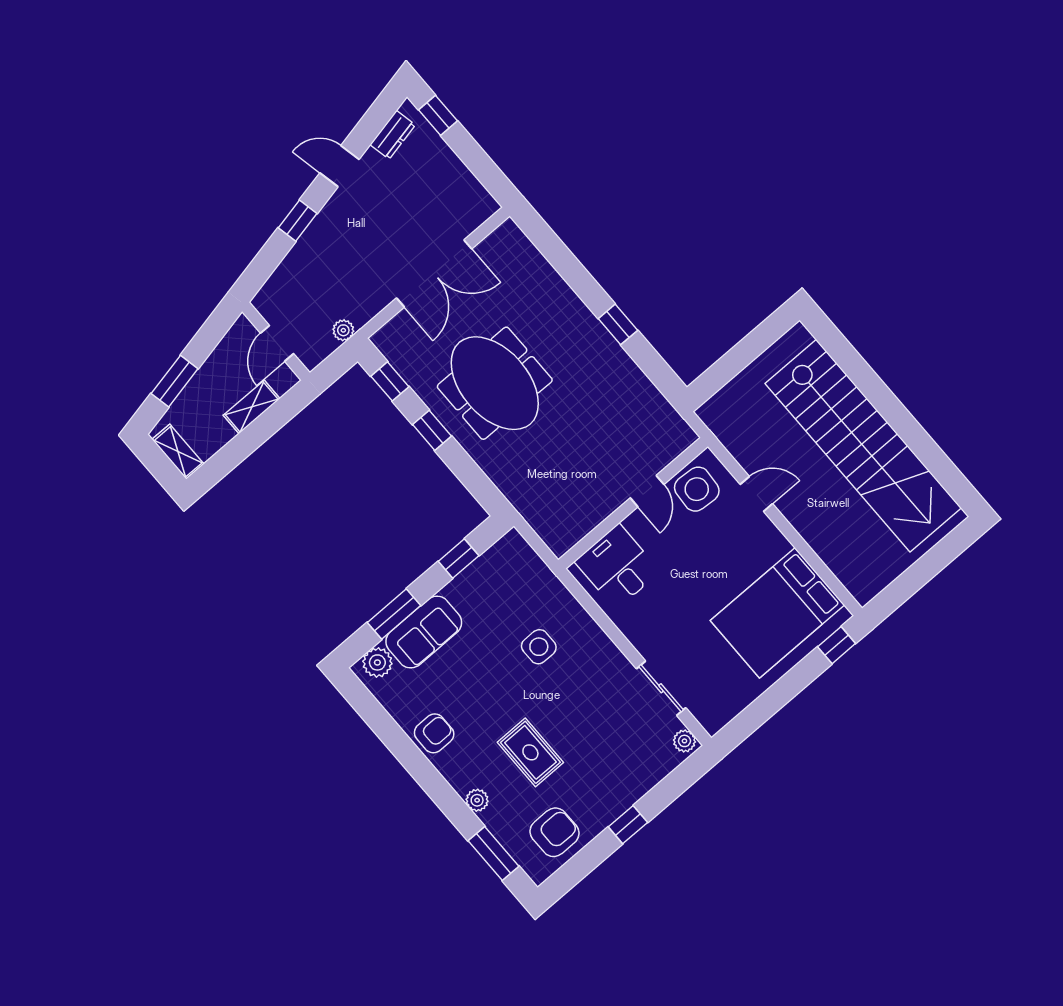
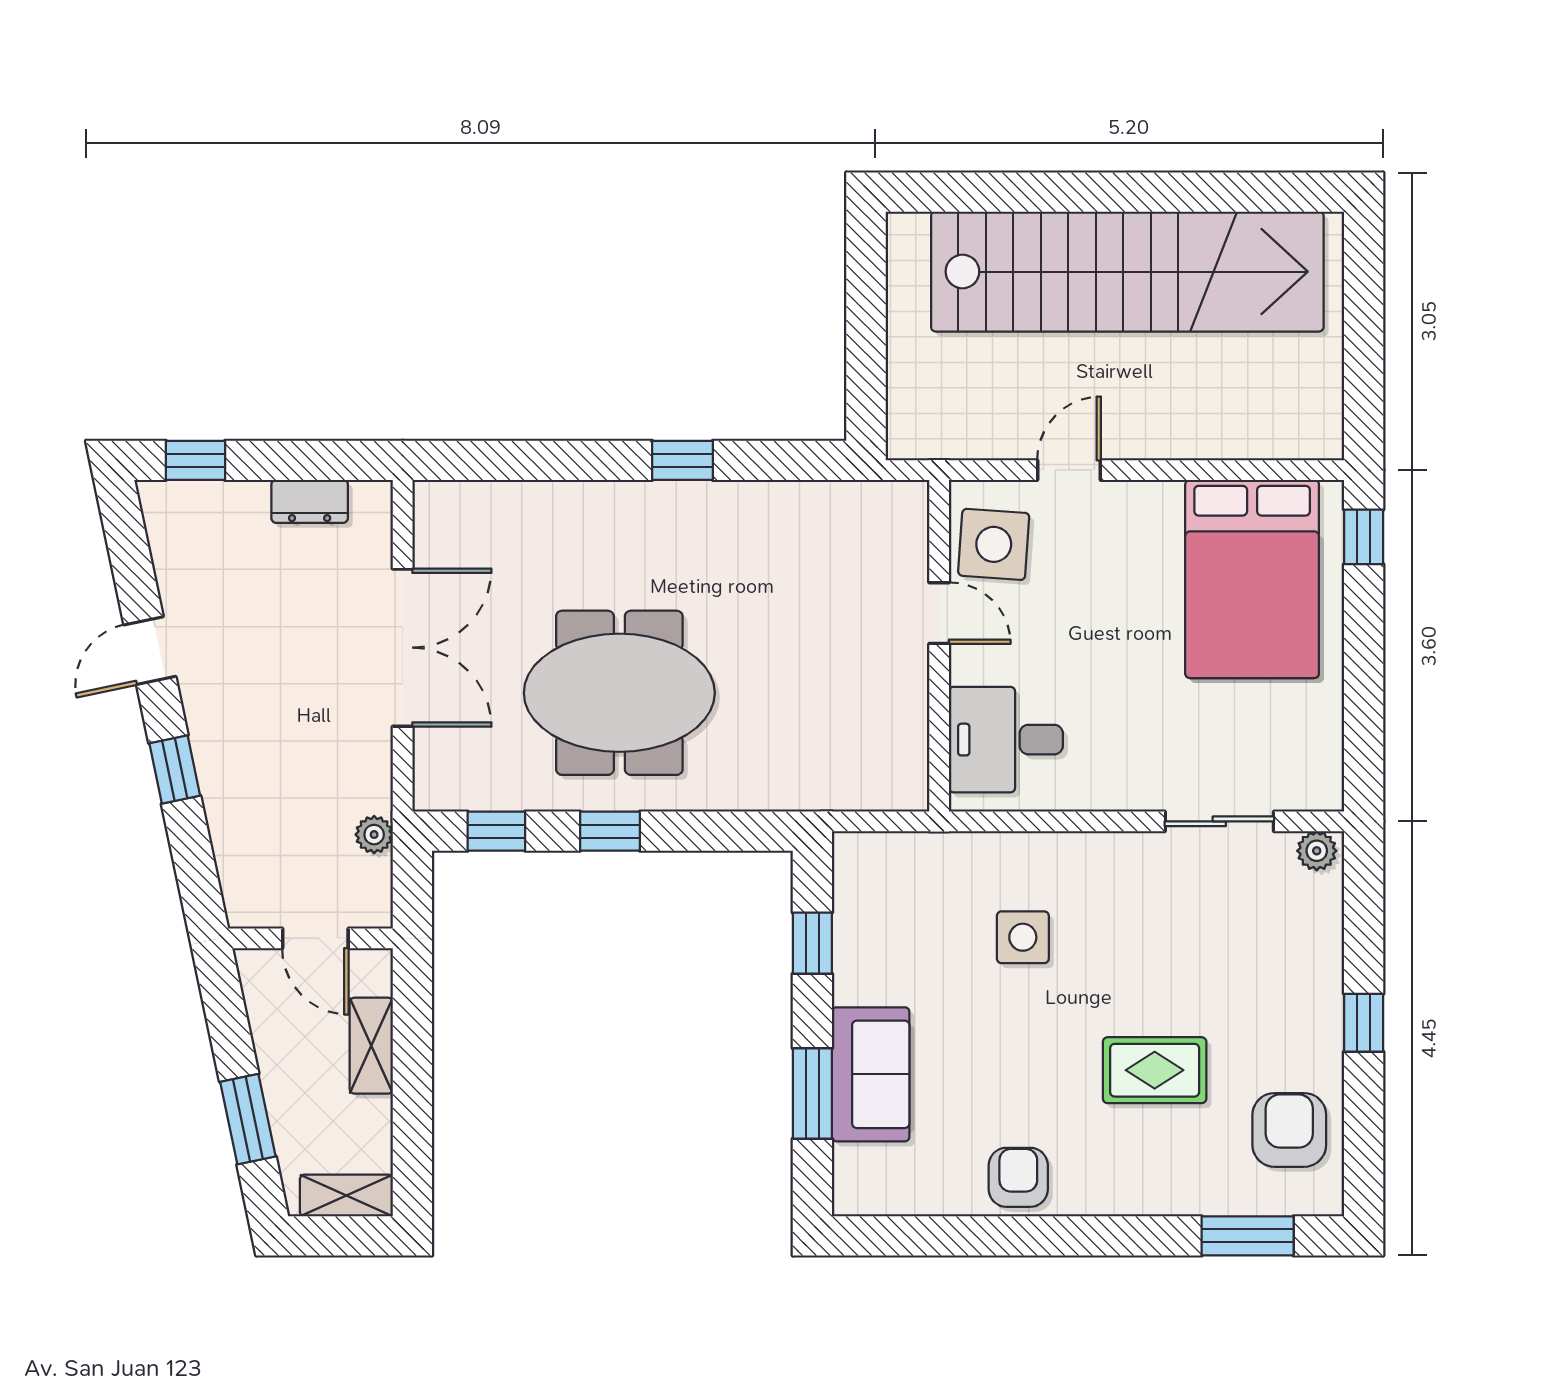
dresser: (393, 135) -> (310, 501), moved, turned 102
plant: (377, 662) -> (858, 1172), removed
plant: (477, 800) -> (1157, 1197), removed

